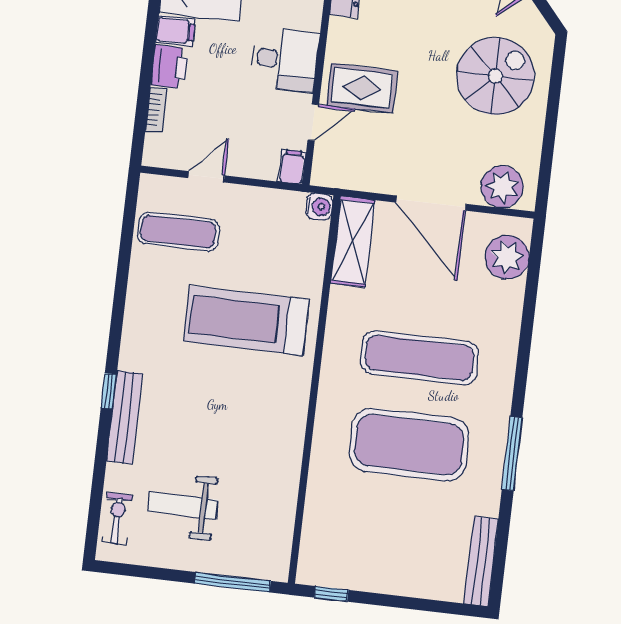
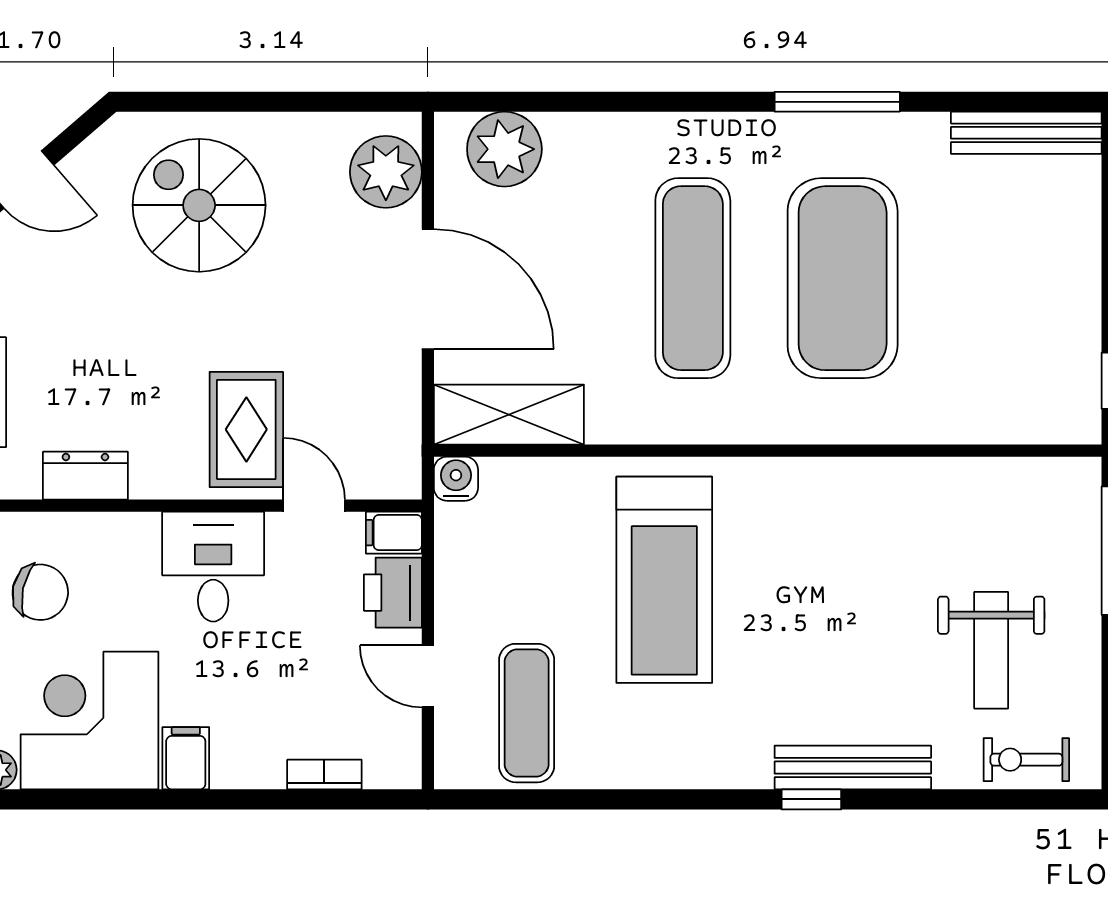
printer: (170, 67) -> (393, 593), moved, turned -90
door: (431, 203) -> (428, 289), hinge flipped

